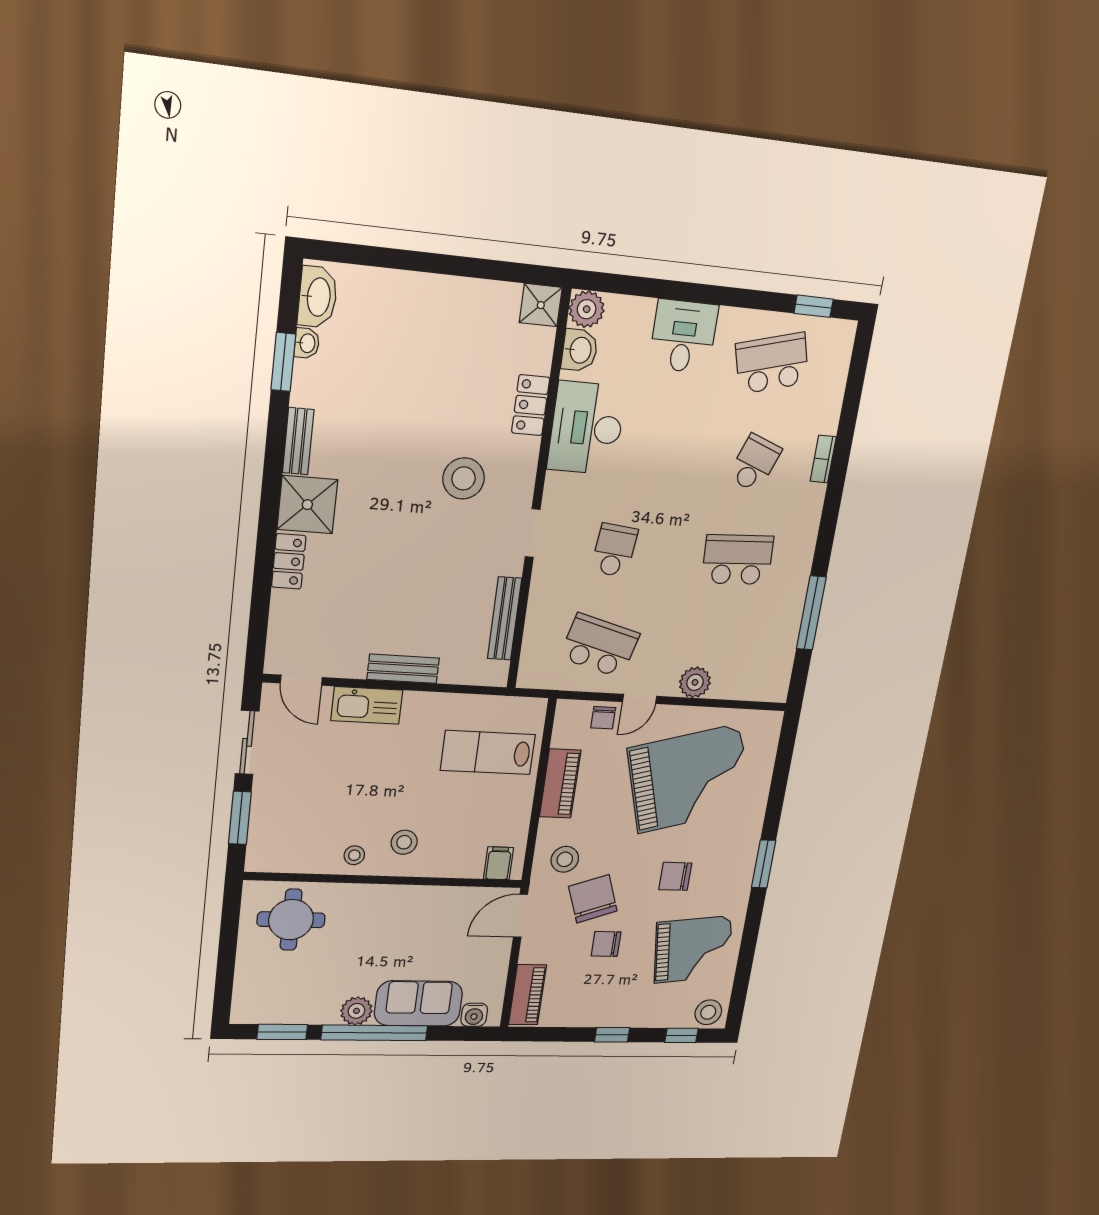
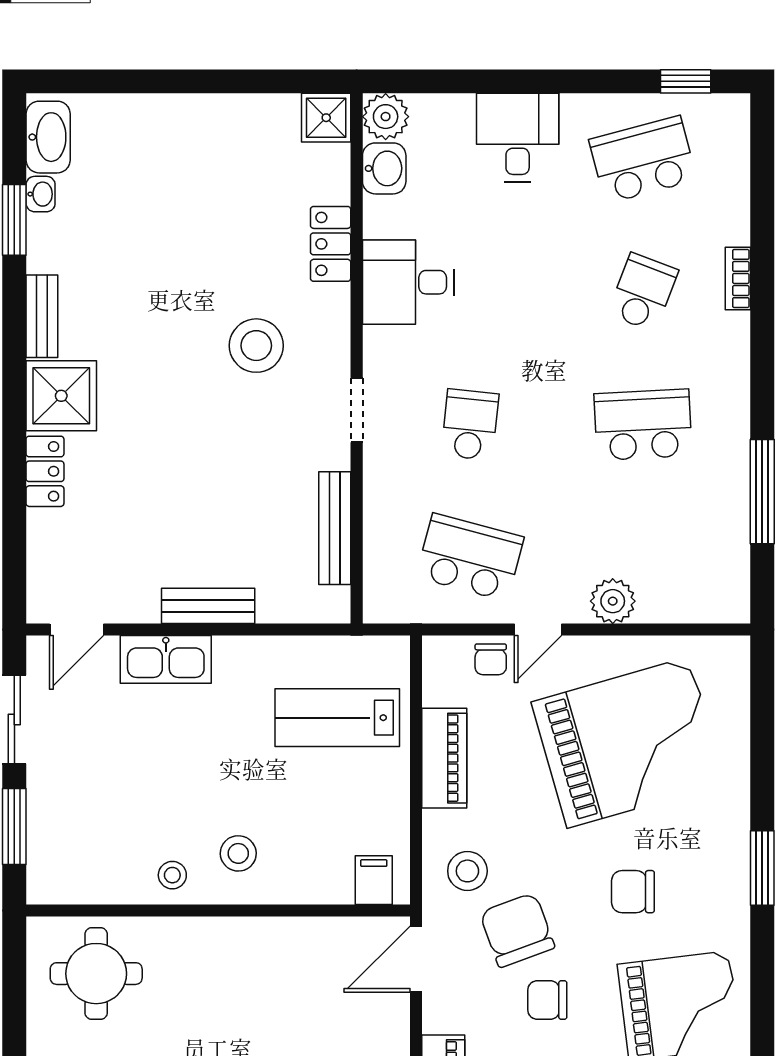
desk: (587, 428) -> (408, 282), width x0.73
door: (301, 680) -> (77, 629), hinge flipped

